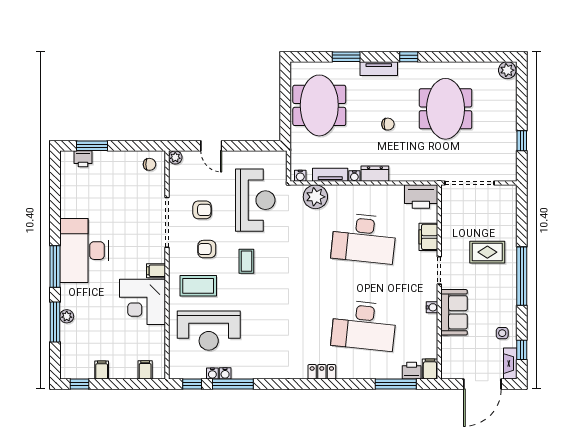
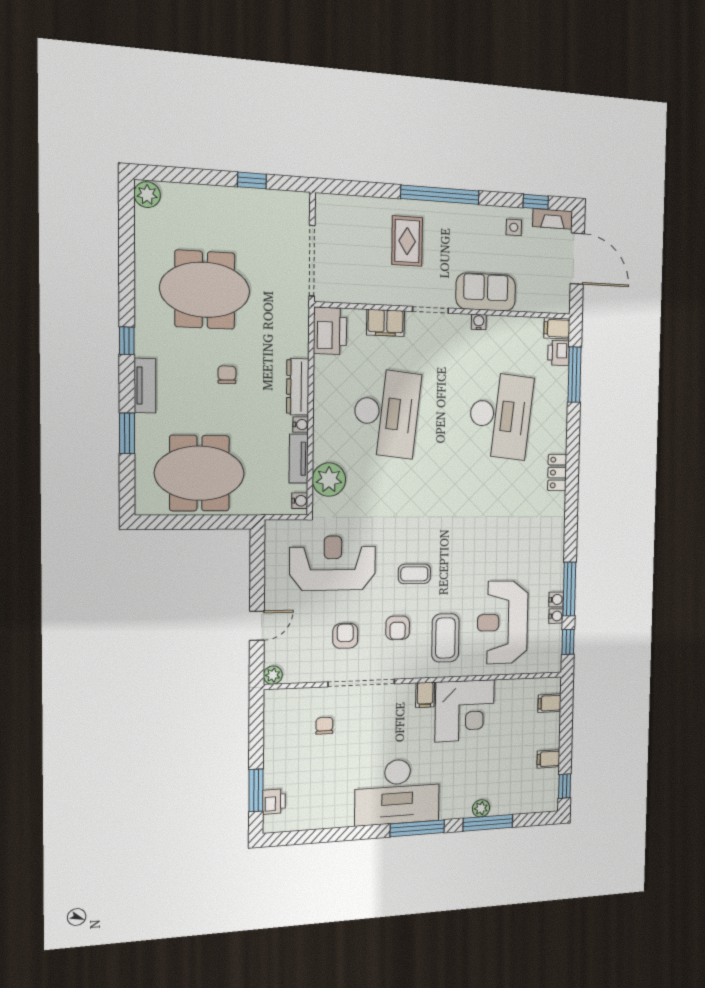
chair: (150, 164) -> (324, 726), moved
dresser: (375, 174) -> (298, 387), width x1.44
reception desk: (209, 331) -> (503, 622), turned 180

